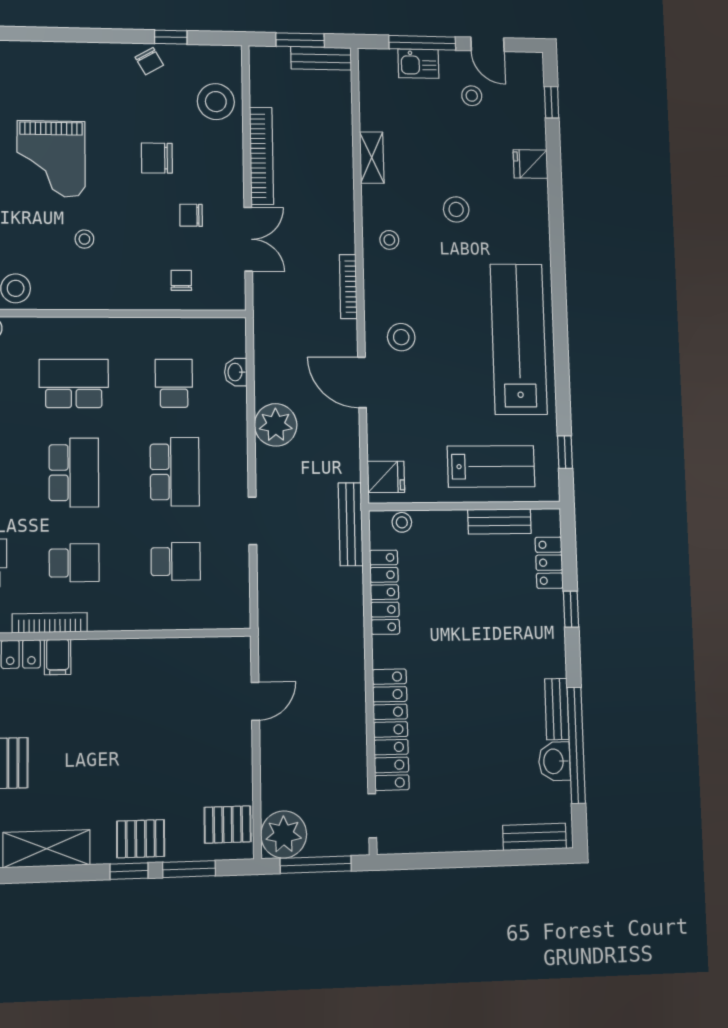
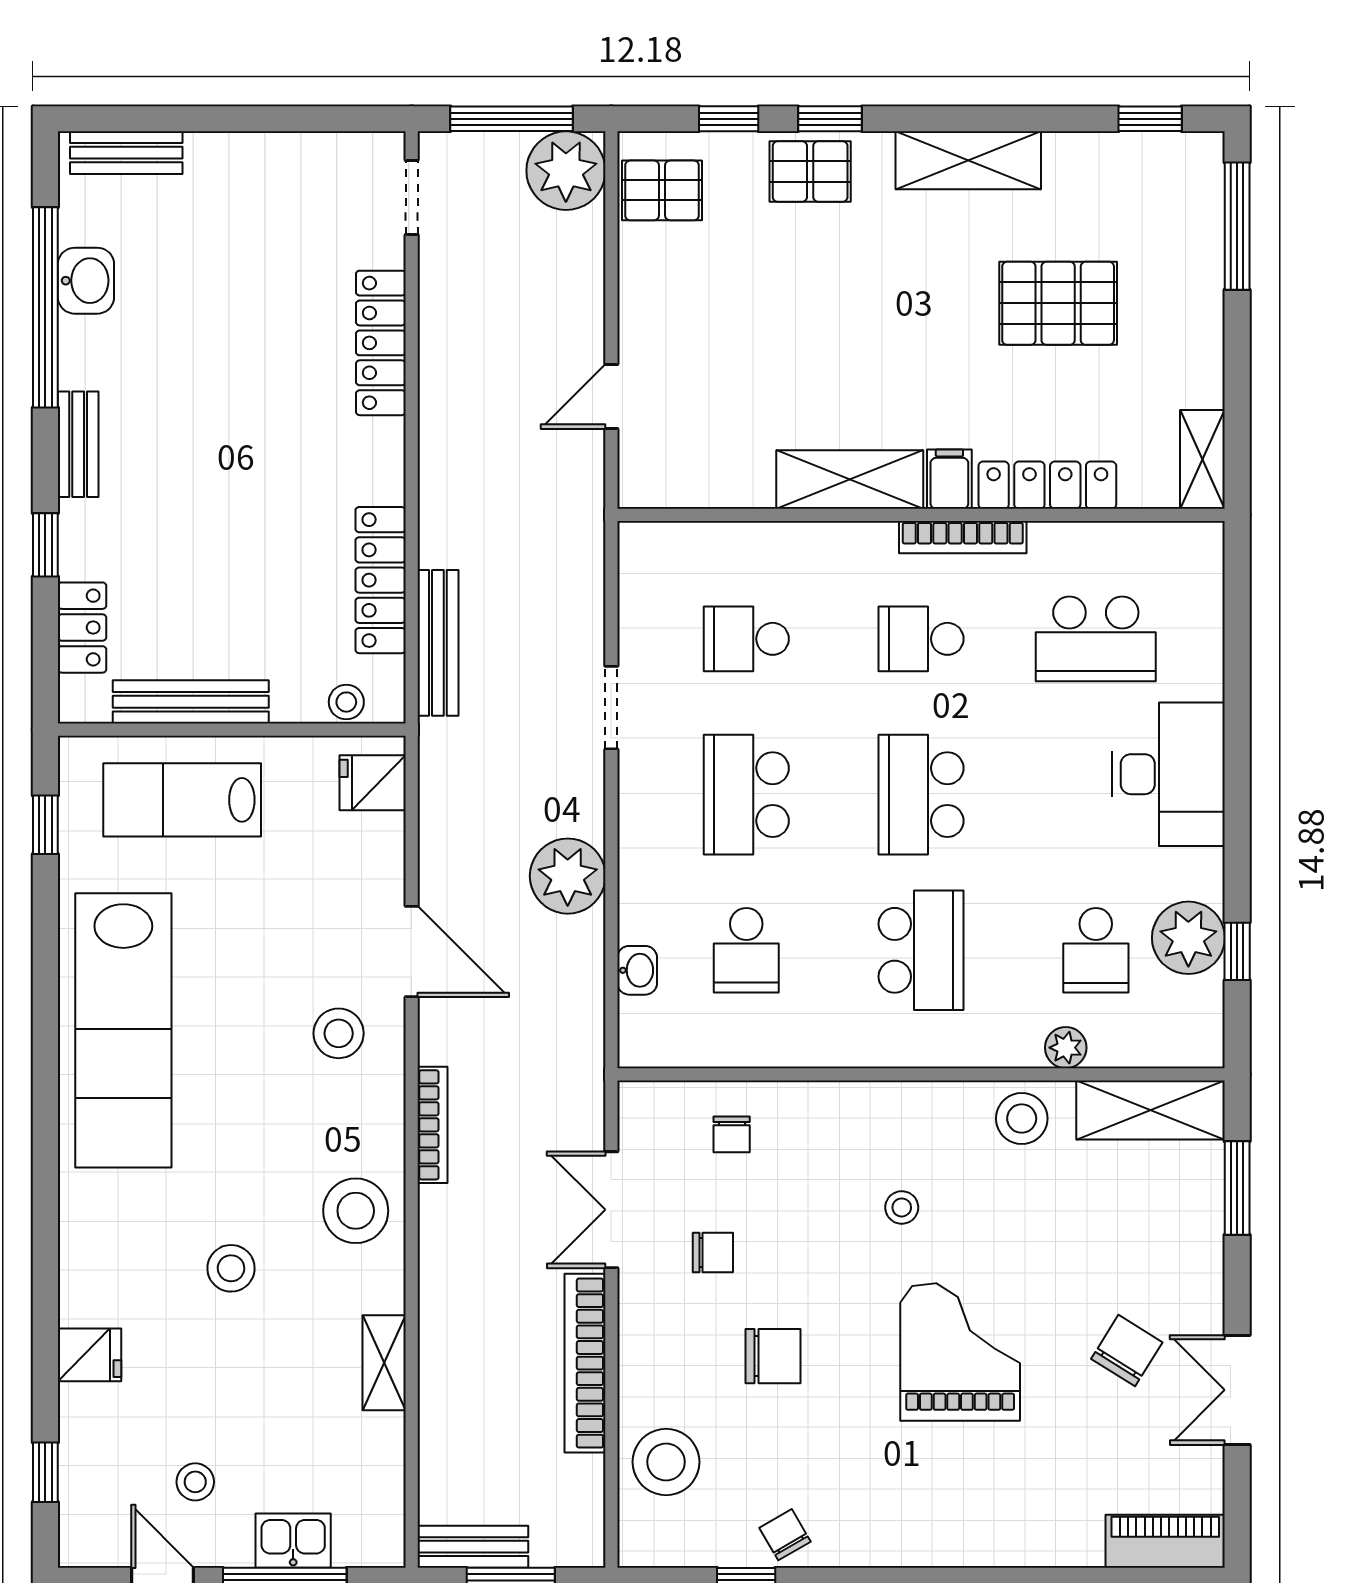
stool: (389, 240) -> (356, 1211), width x1.89, depth x1.89
school desk: (74, 384) -> (921, 950), turned -90
bench: (499, 521) -> (191, 702), width x1.36
bench: (351, 524) -> (438, 643), moved
shelving: (116, 655) -> (850, 480), added
bench: (557, 709) -> (78, 444), moved
locker: (391, 729) -> (381, 343), width x0.71, depth x0.83
window: (189, 869) -> (729, 119), width x0.67

